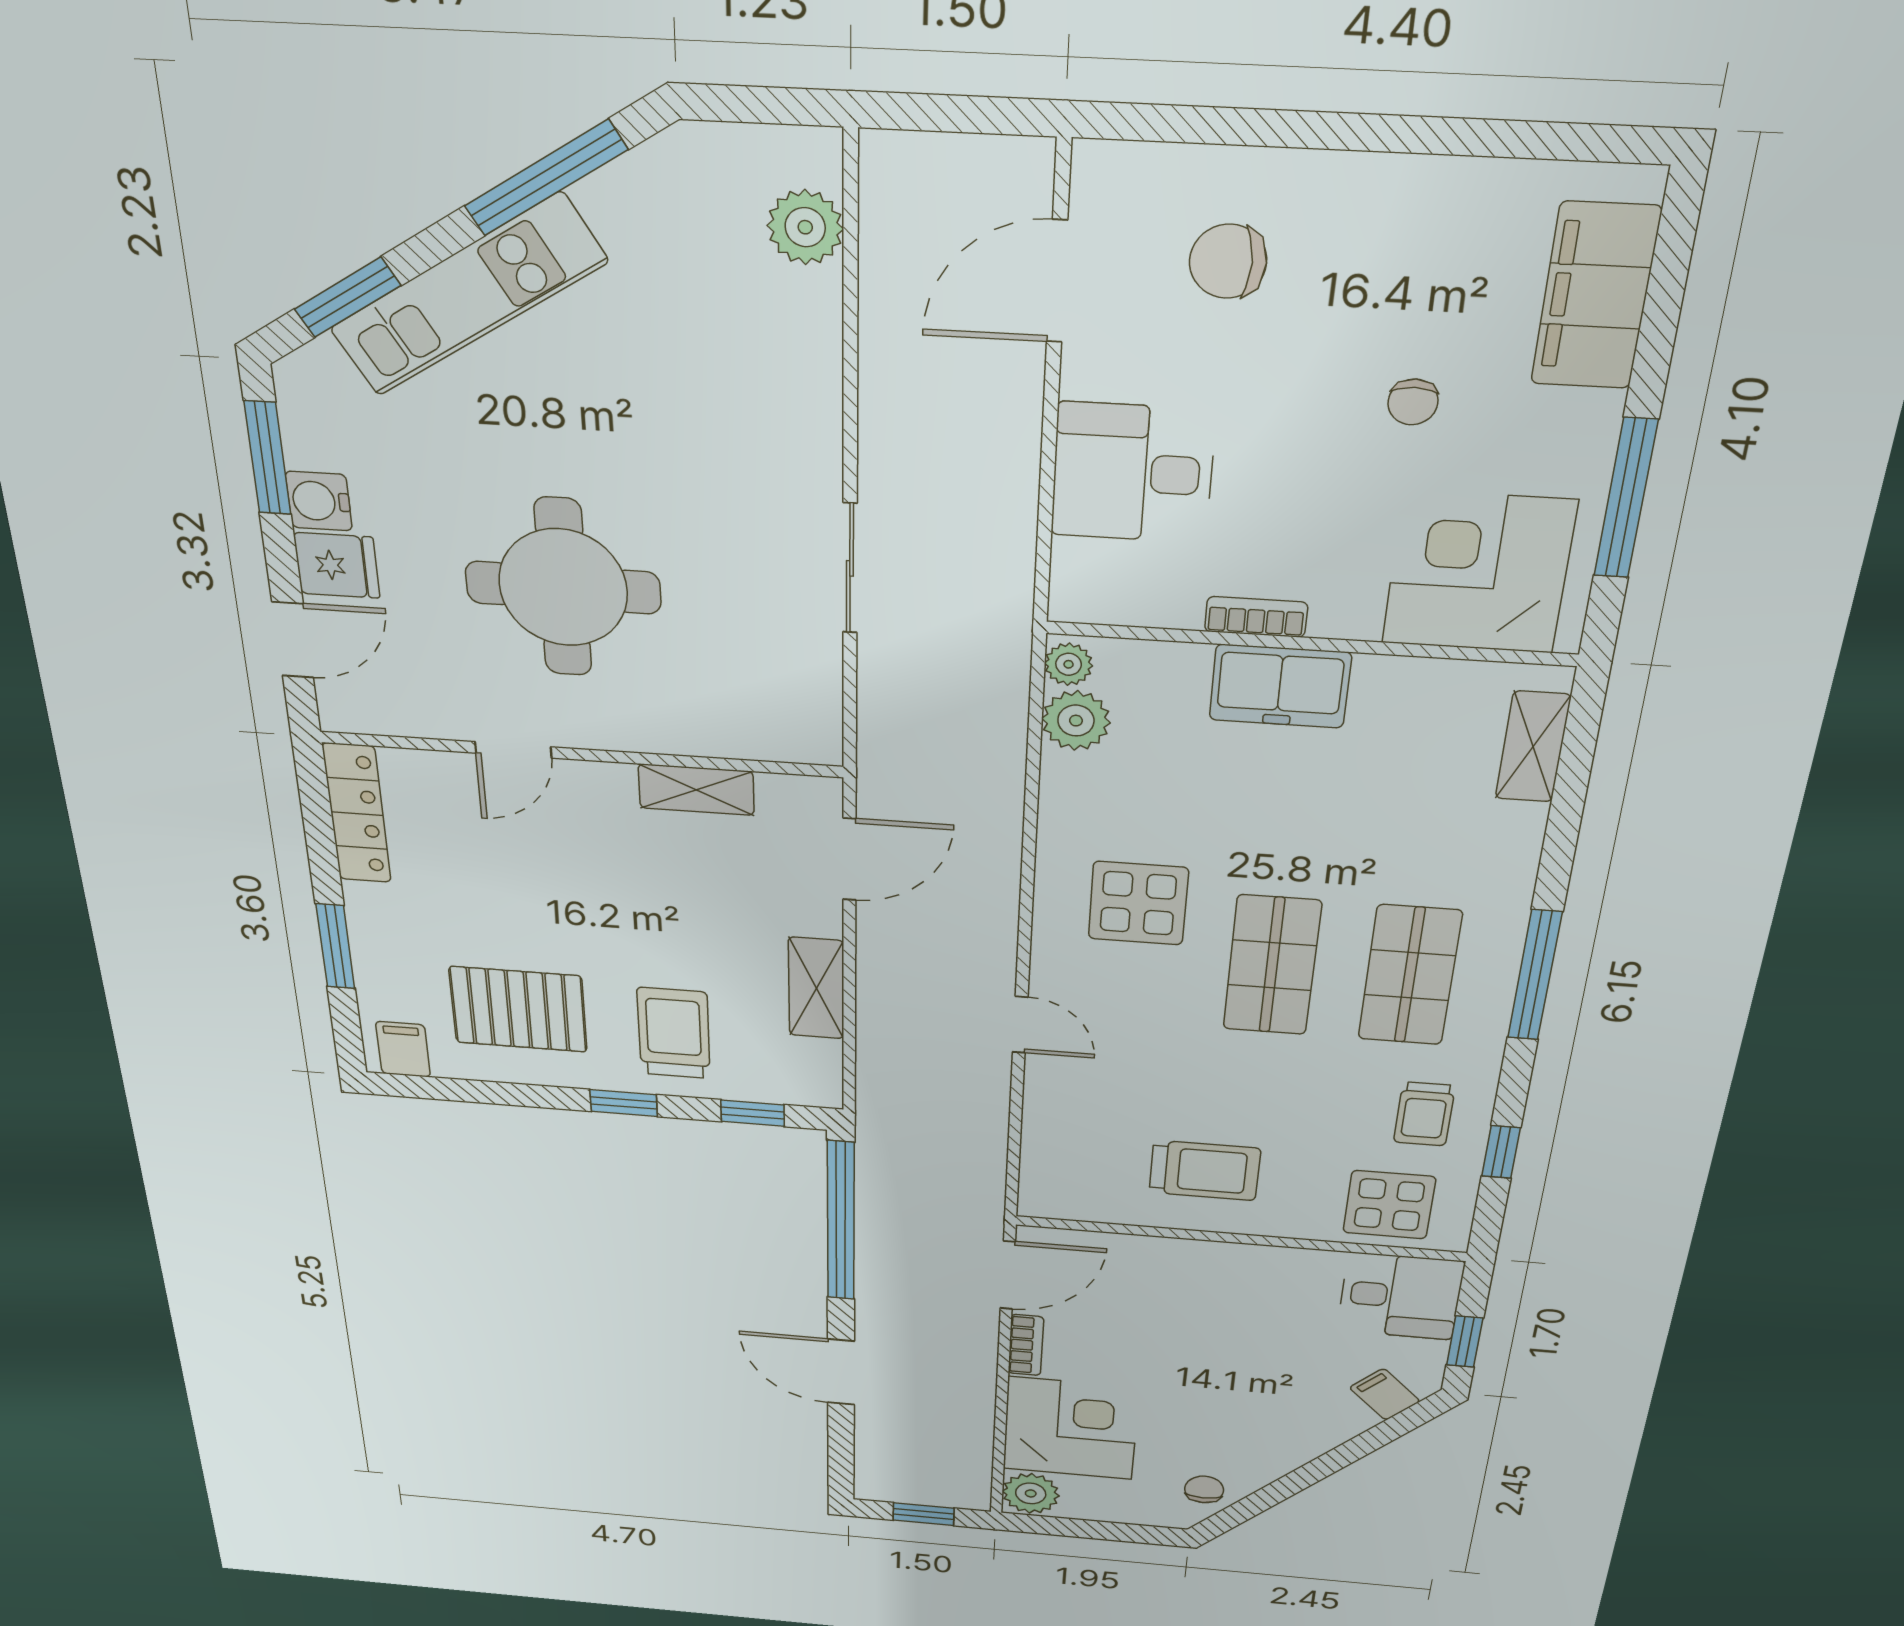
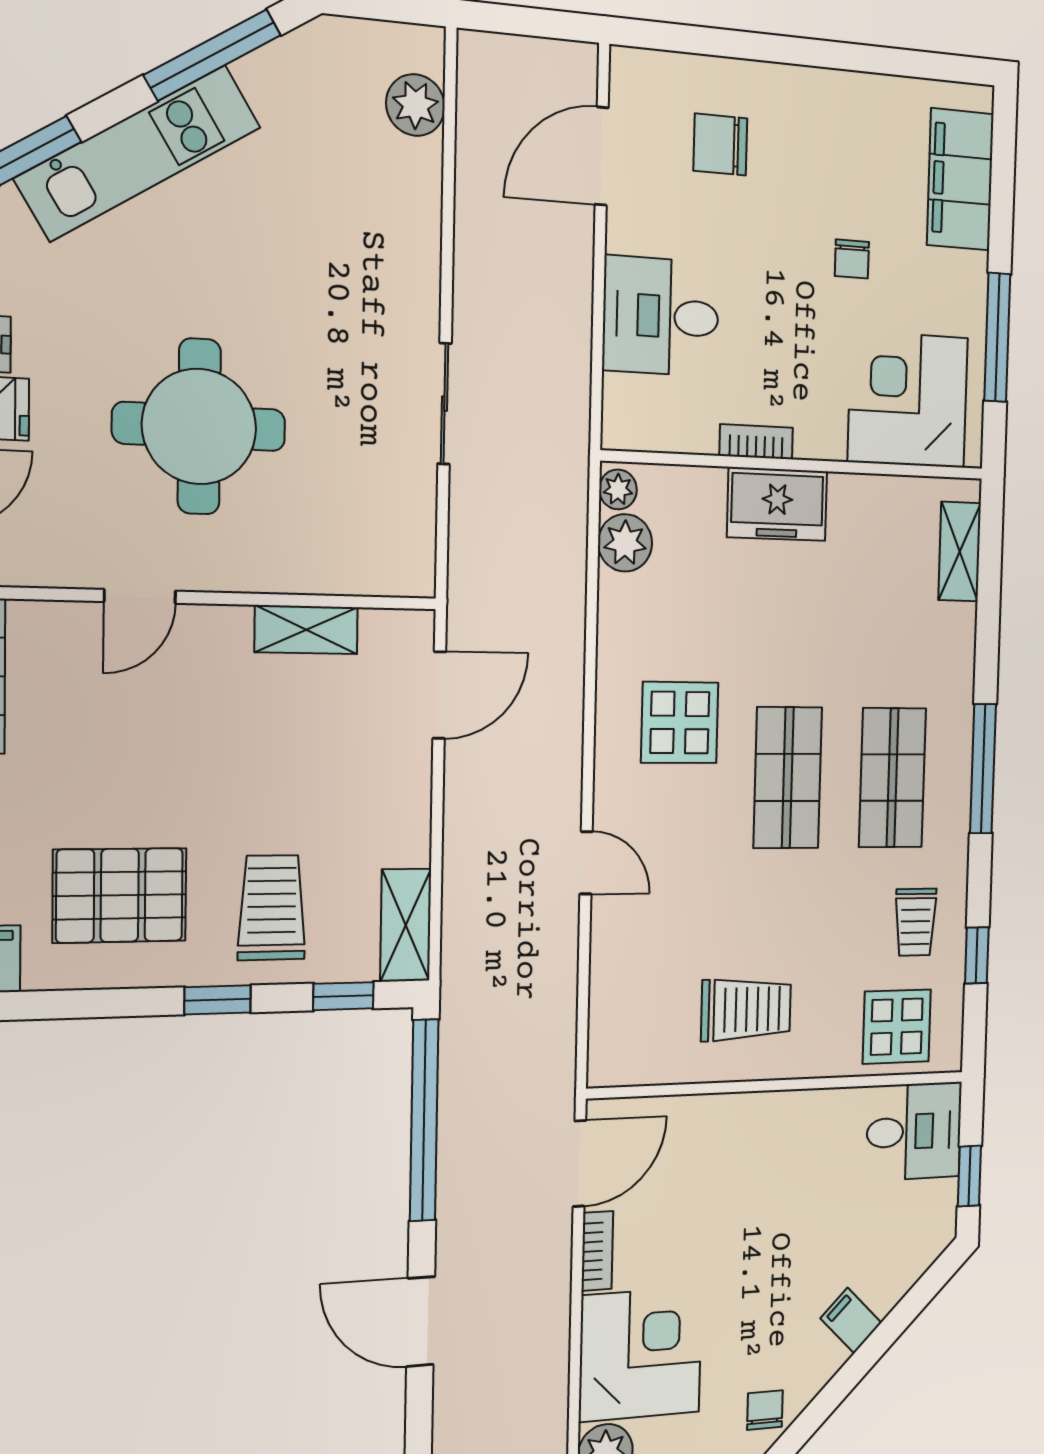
shelving: (816, 988) -> (406, 925), moved
filing cabinet: (1385, 1394) -> (851, 1321), moved

